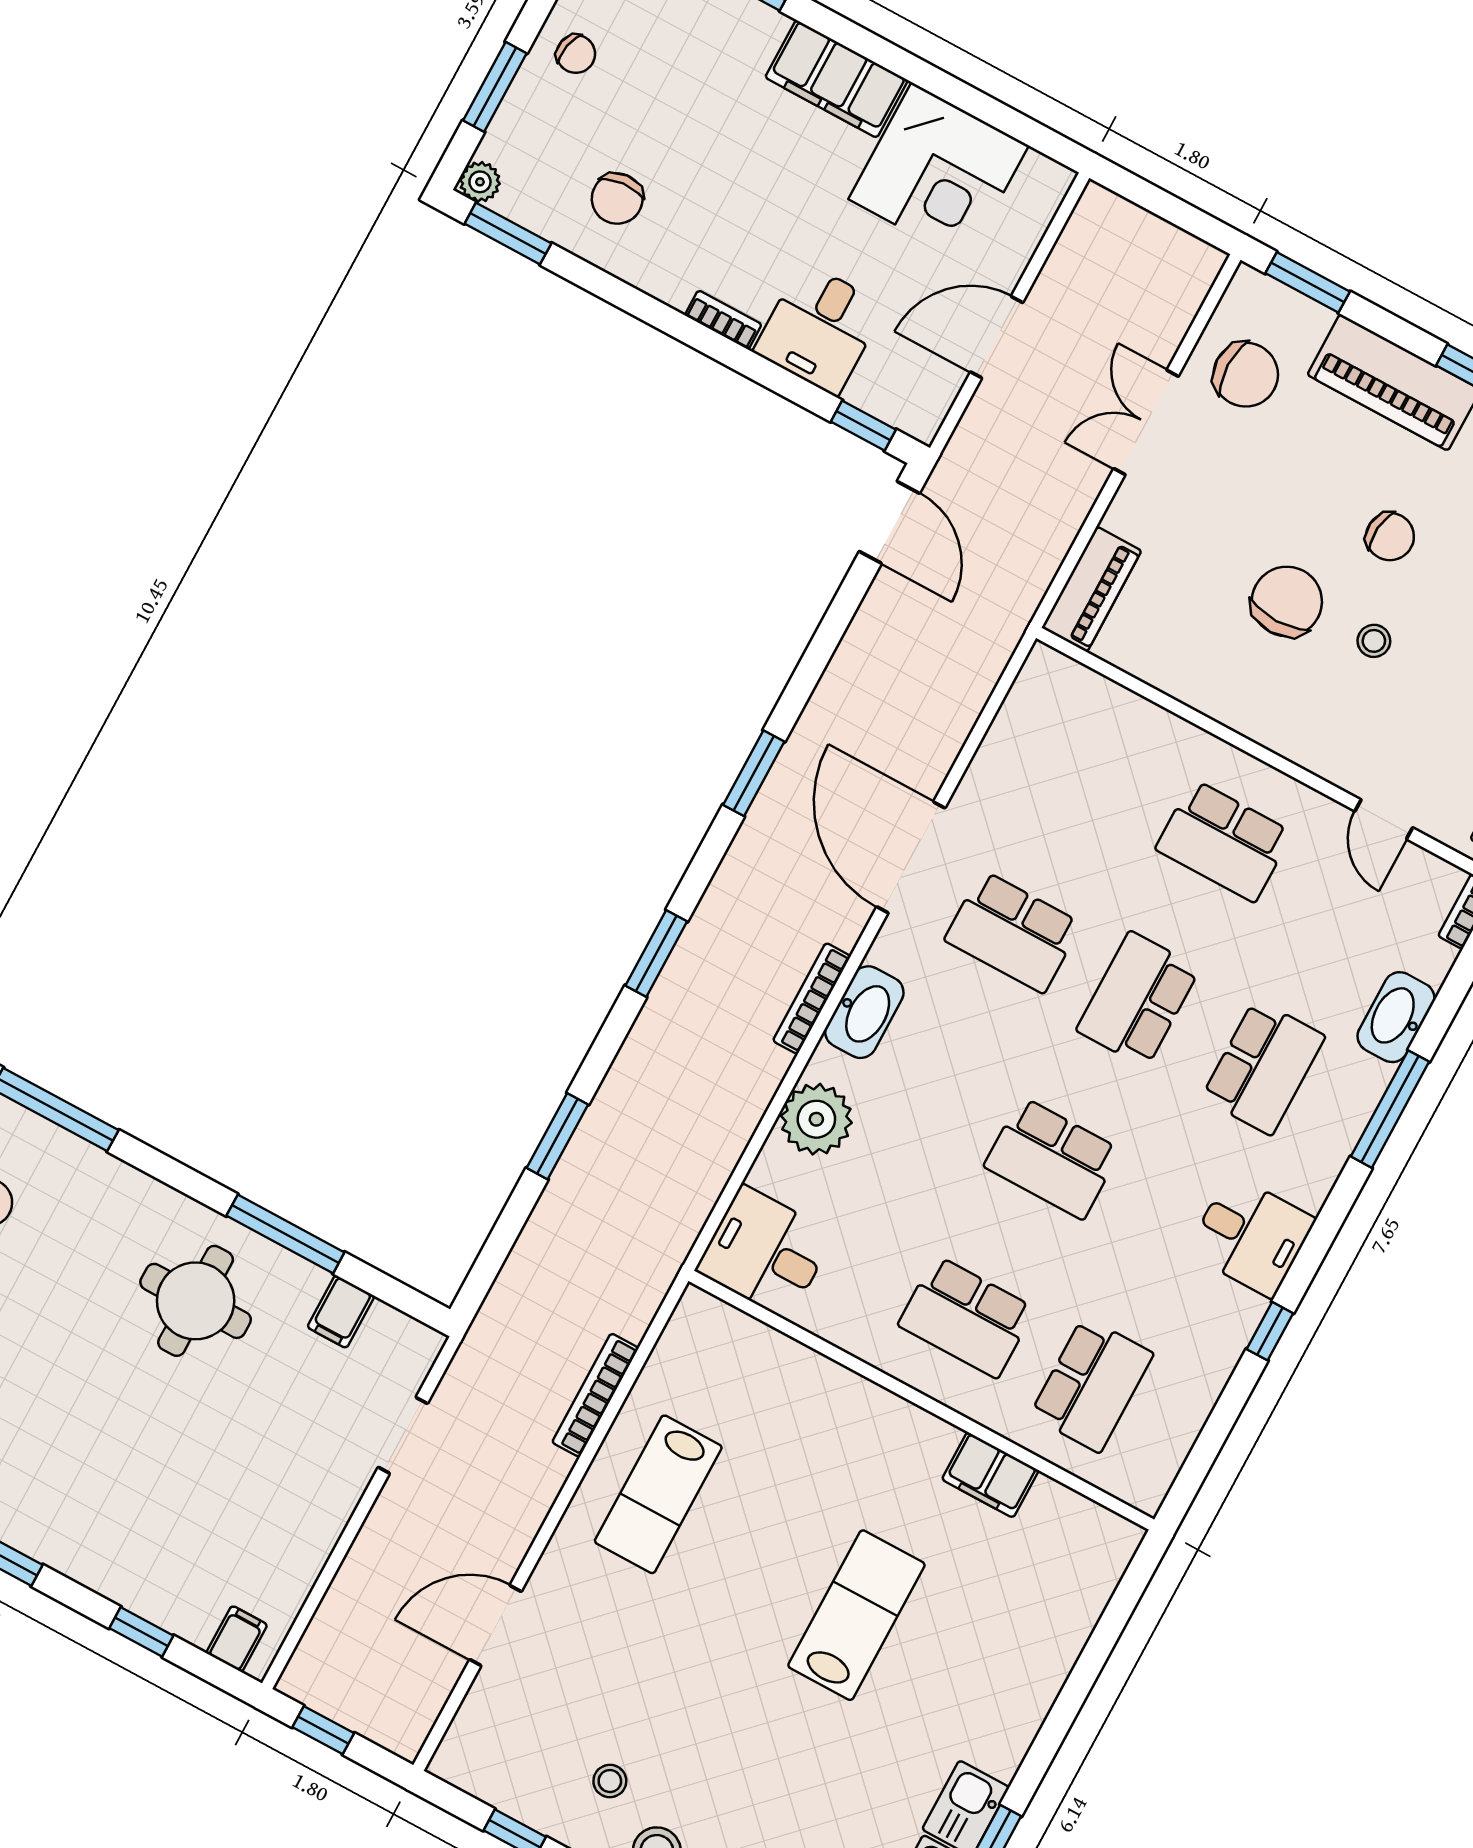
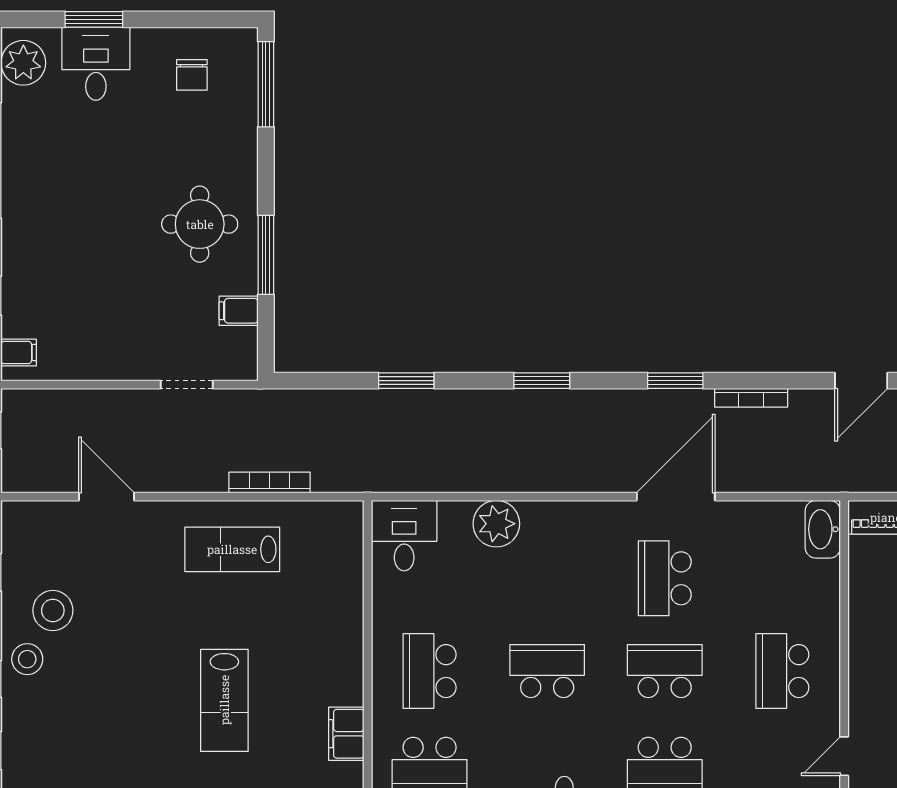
bookcase: (812, 998) -> (751, 398), moved, turned 180
washbasin: (864, 1012) -> (823, 529), moved, turned 90
school desk: (1052, 1158) -> (547, 671), turned 90
lab bench: (856, 1615) -> (224, 700), turned 90
stool: (610, 1781) -> (53, 610), width x1.89, depth x1.89

